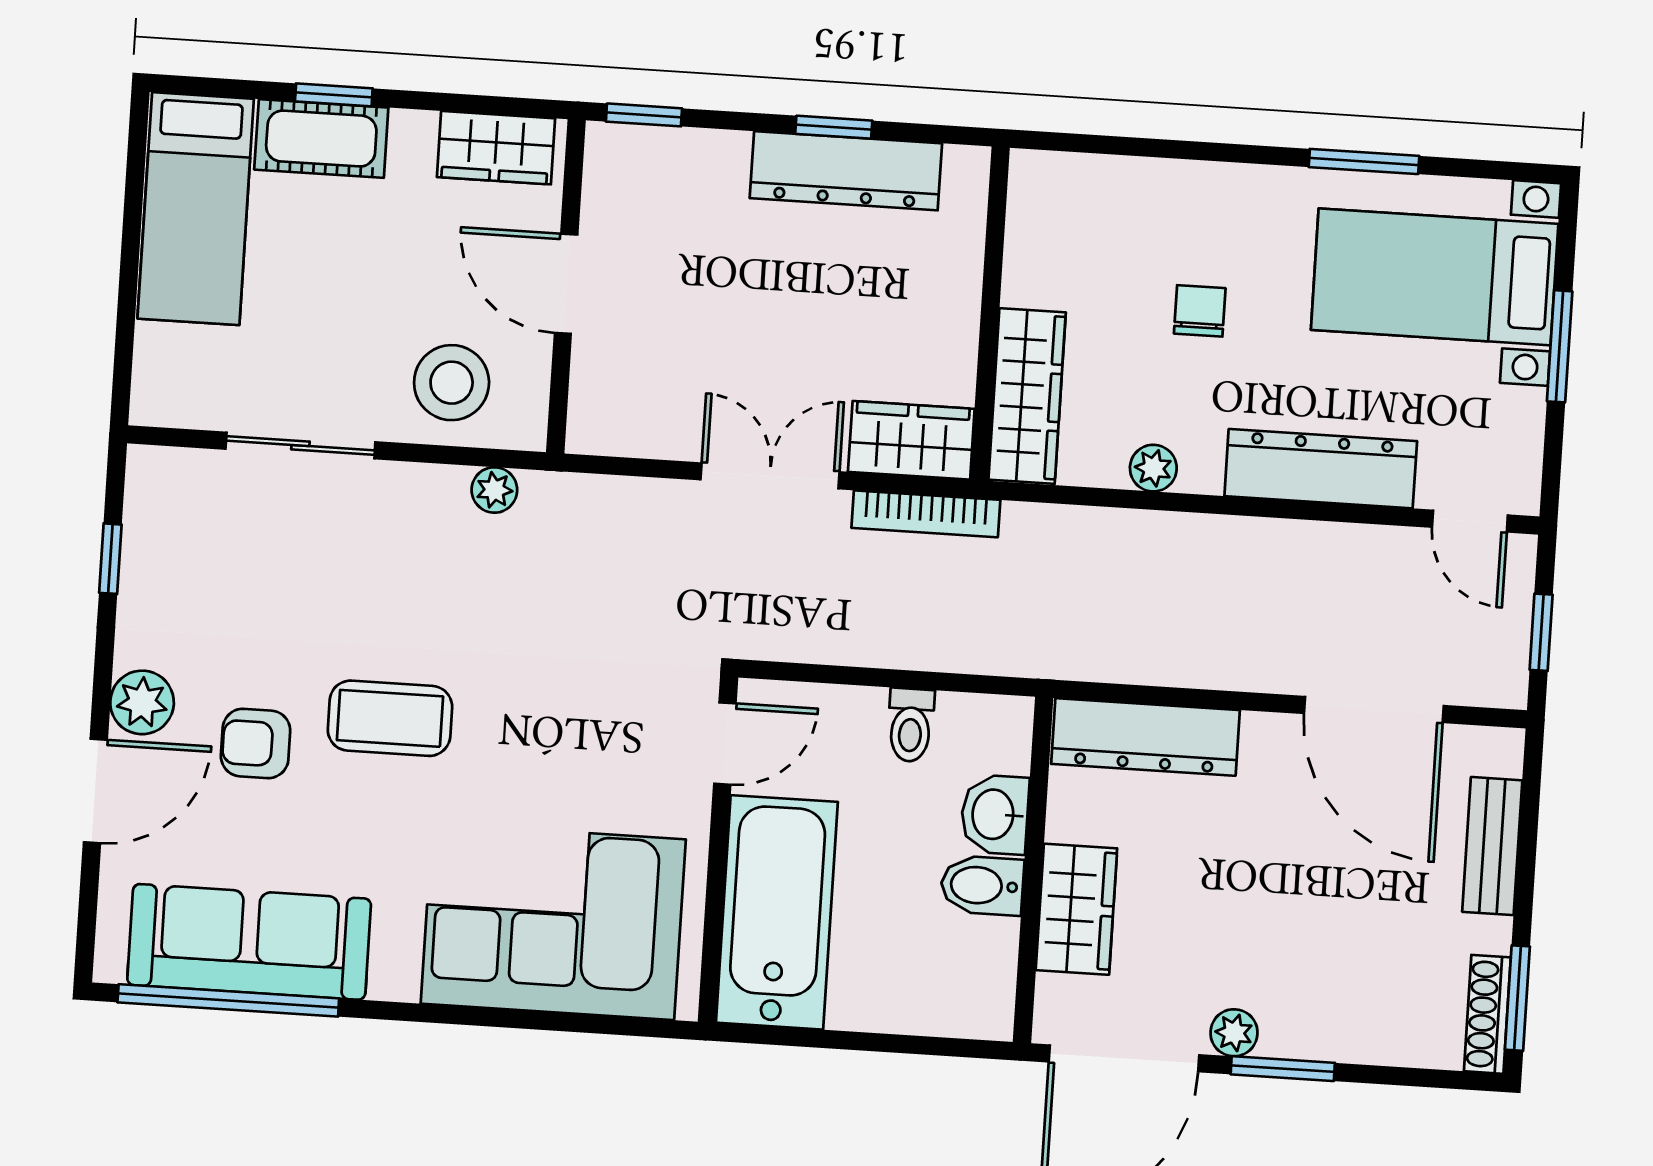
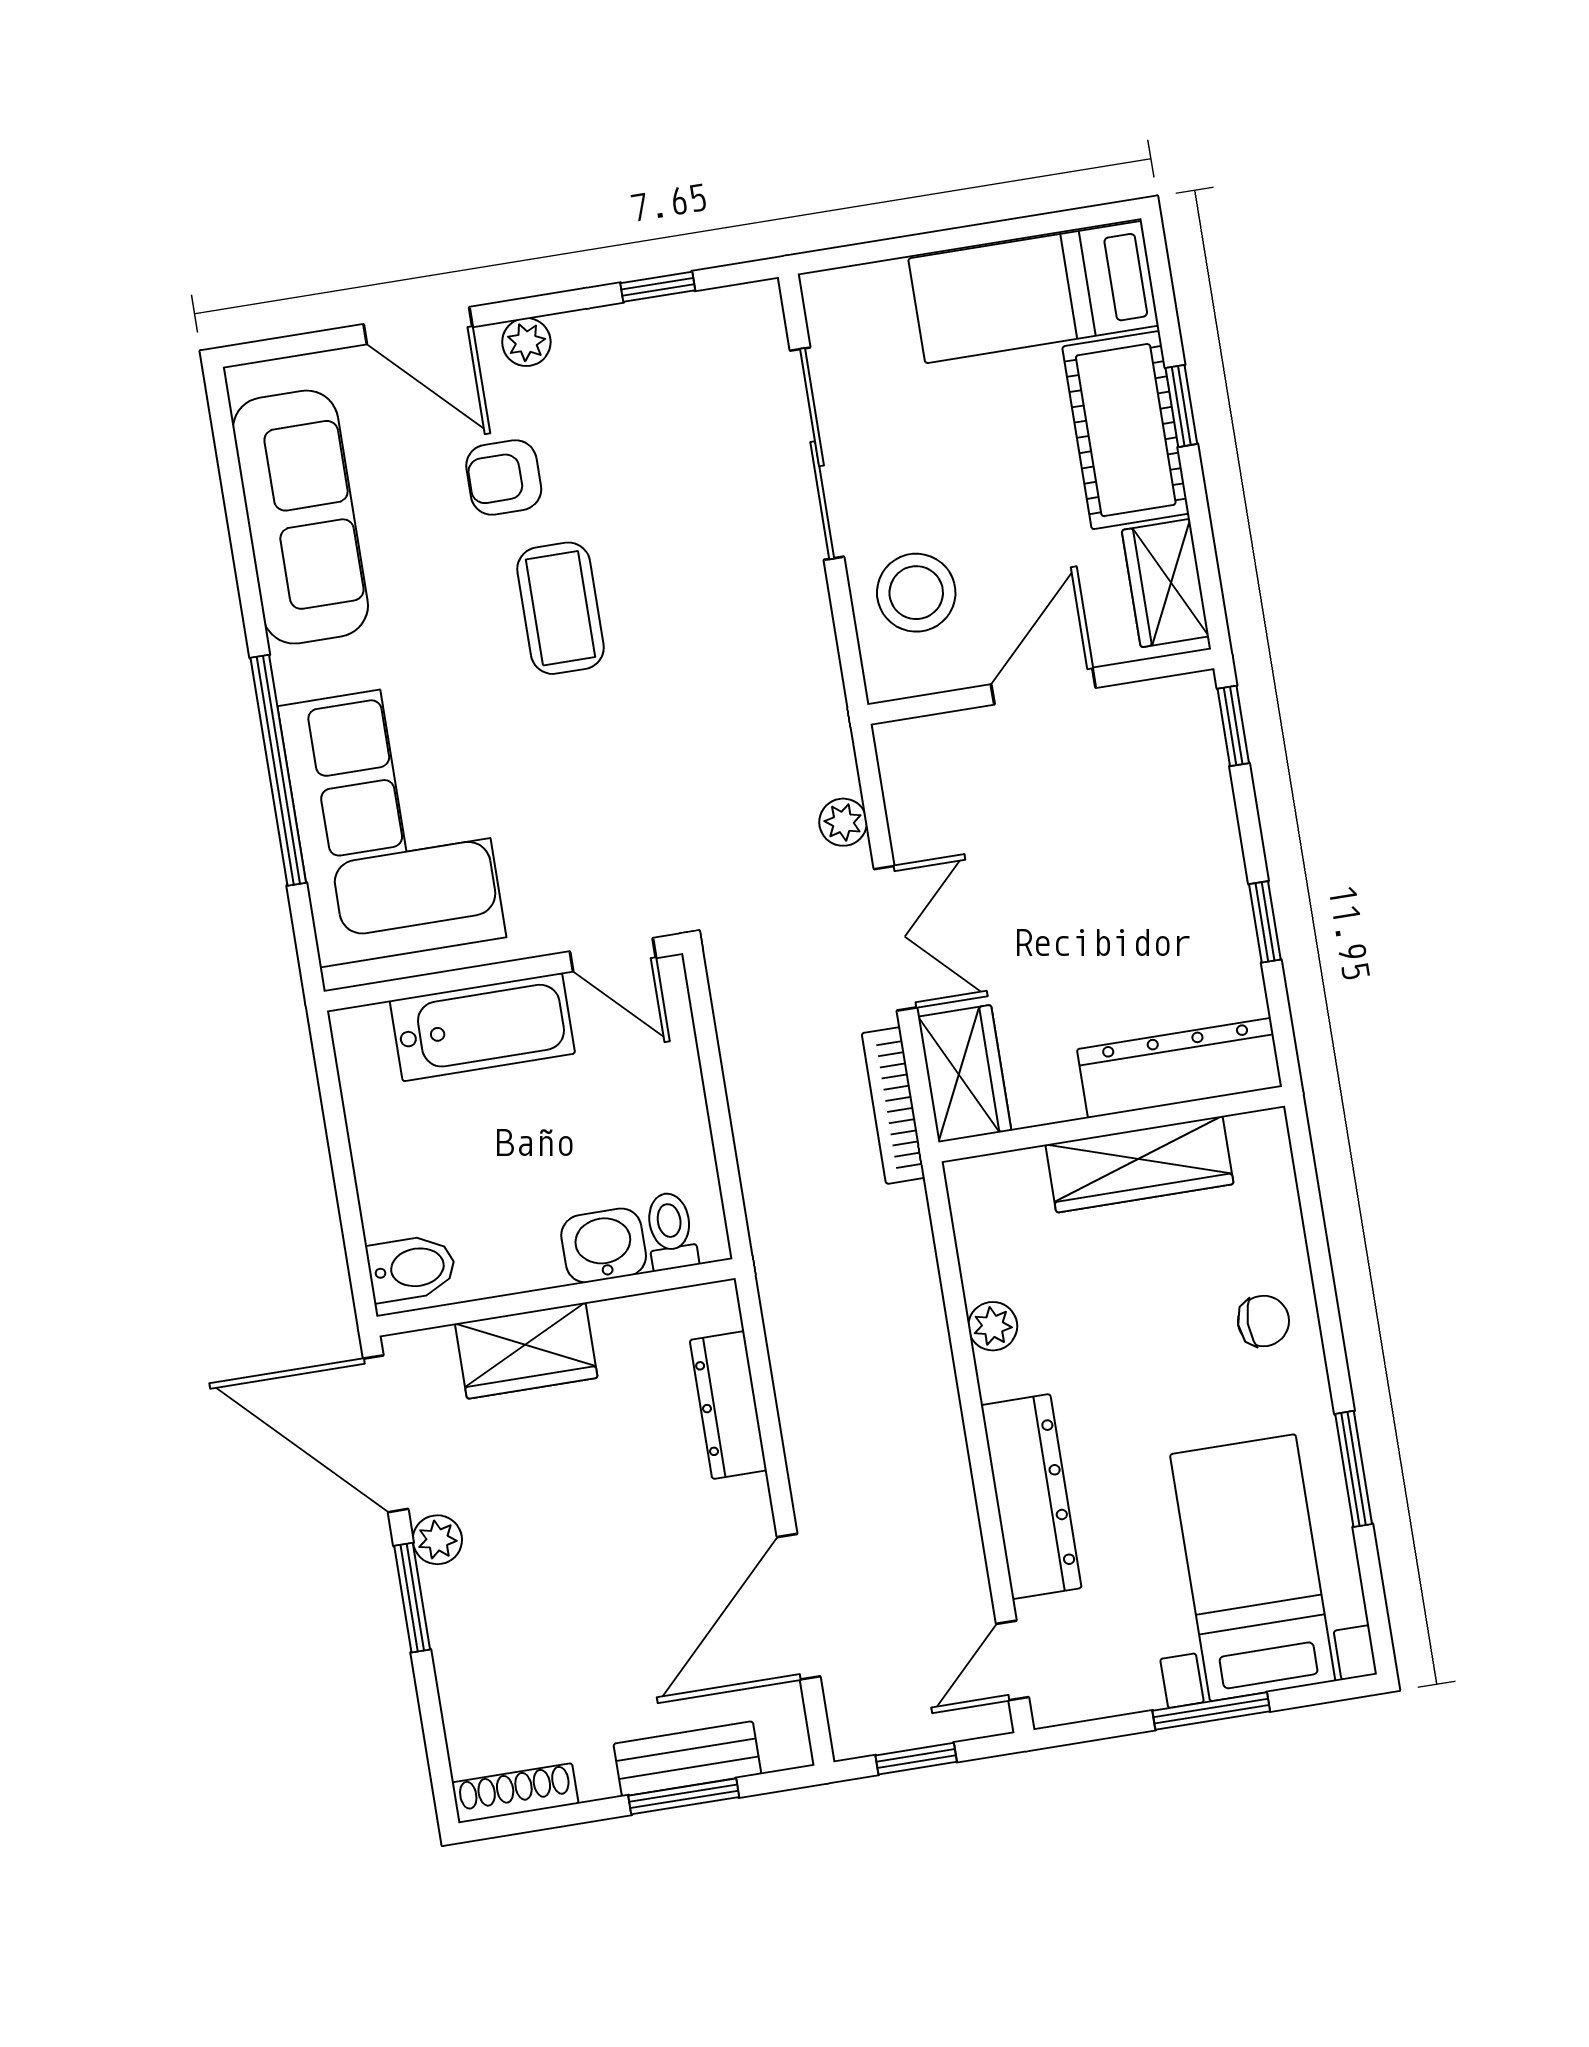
cot: (321, 139) -> (1126, 430), width x1.37, depth x1.34
dresser: (846, 171) -> (1179, 1068), moved, turned 90
chair: (1200, 311) -> (1264, 1321), moved
wardrobe: (1027, 396) -> (1139, 1164), moved
sliding door: (300, 445) -> (817, 454), width x1.37
plant: (494, 490) -> (843, 822), moved
plant: (142, 702) -> (526, 342), width x0.73, depth x0.73
toilet: (911, 725) -> (671, 1231), moved, turned 90
dresser: (1145, 737) -> (728, 1405), width x0.73, depth x0.80
armchair: (256, 743) -> (504, 477), turned -90
bidet: (982, 885) -> (412, 1268), moved, turned 90
bathtub: (777, 912) -> (482, 1027), width x0.73, depth x0.73
window: (1517, 998) -> (684, 1796), moved
window: (228, 1000) -> (278, 770), moved

